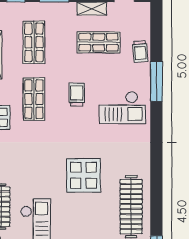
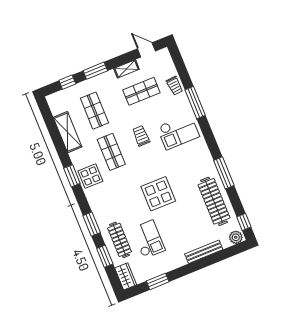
display table: (84, 175) -> (158, 194), moved
window: (156, 178) -> (224, 173), added

